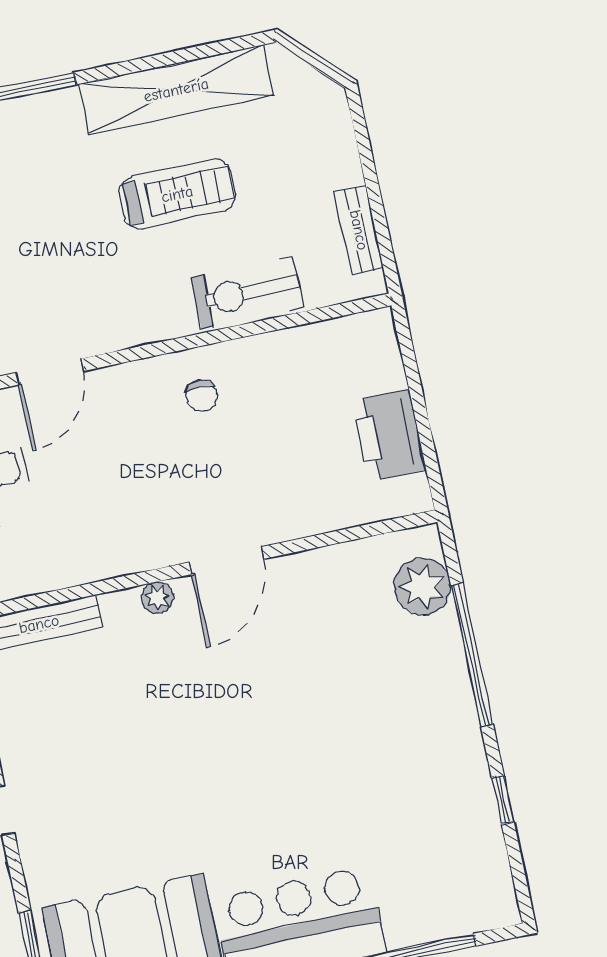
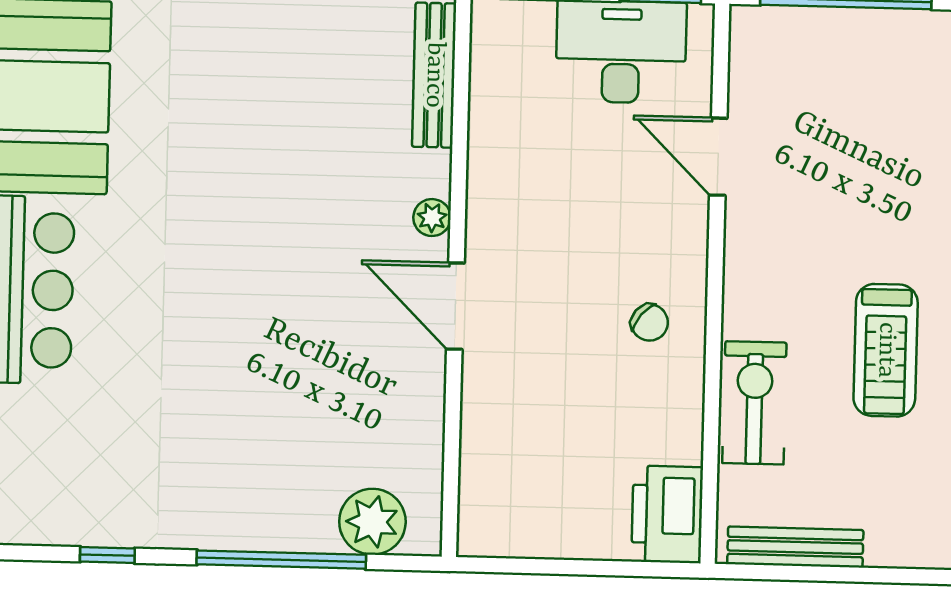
bench: (359, 230) -> (795, 547), width x1.36
chair: (201, 396) -> (650, 323), turned -140
printer: (389, 435) -> (667, 514), moved, turned -90

